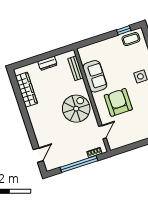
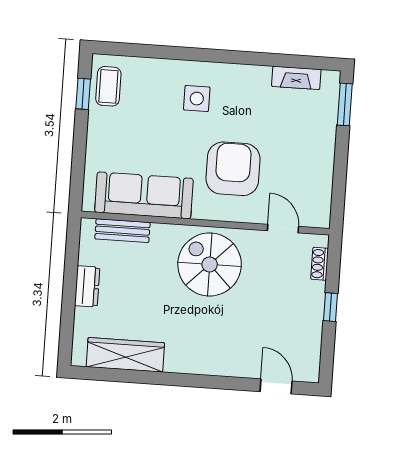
sofa: (95, 76) -> (144, 195), width x1.36
armchair: (118, 102) -> (233, 169), turned 90
window: (79, 164) -> (331, 307), width x0.32

